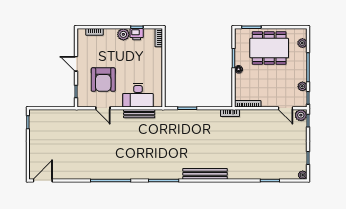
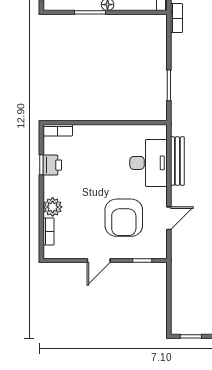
plant: (123, 34) -> (53, 207), moved
armchair: (103, 80) -> (124, 218), turned 90

